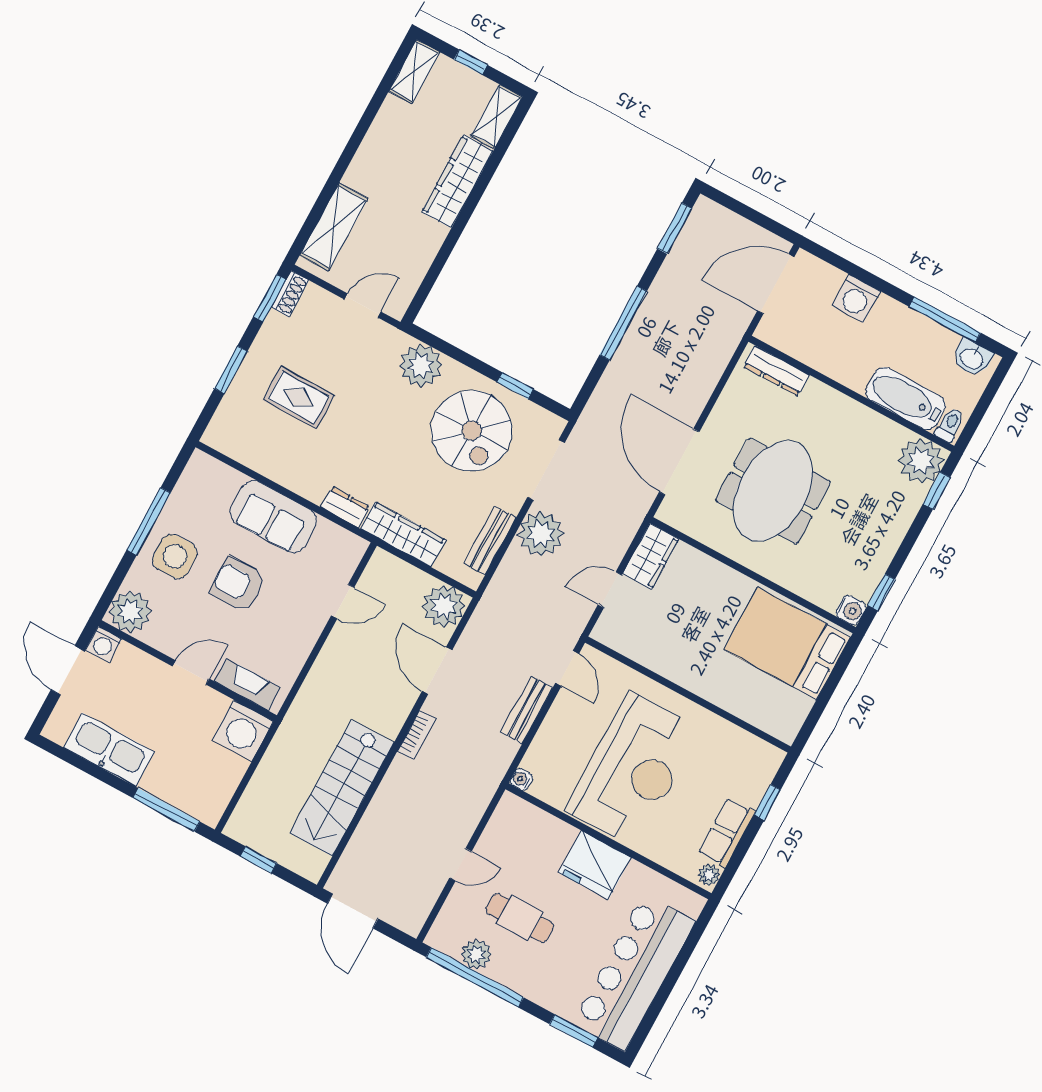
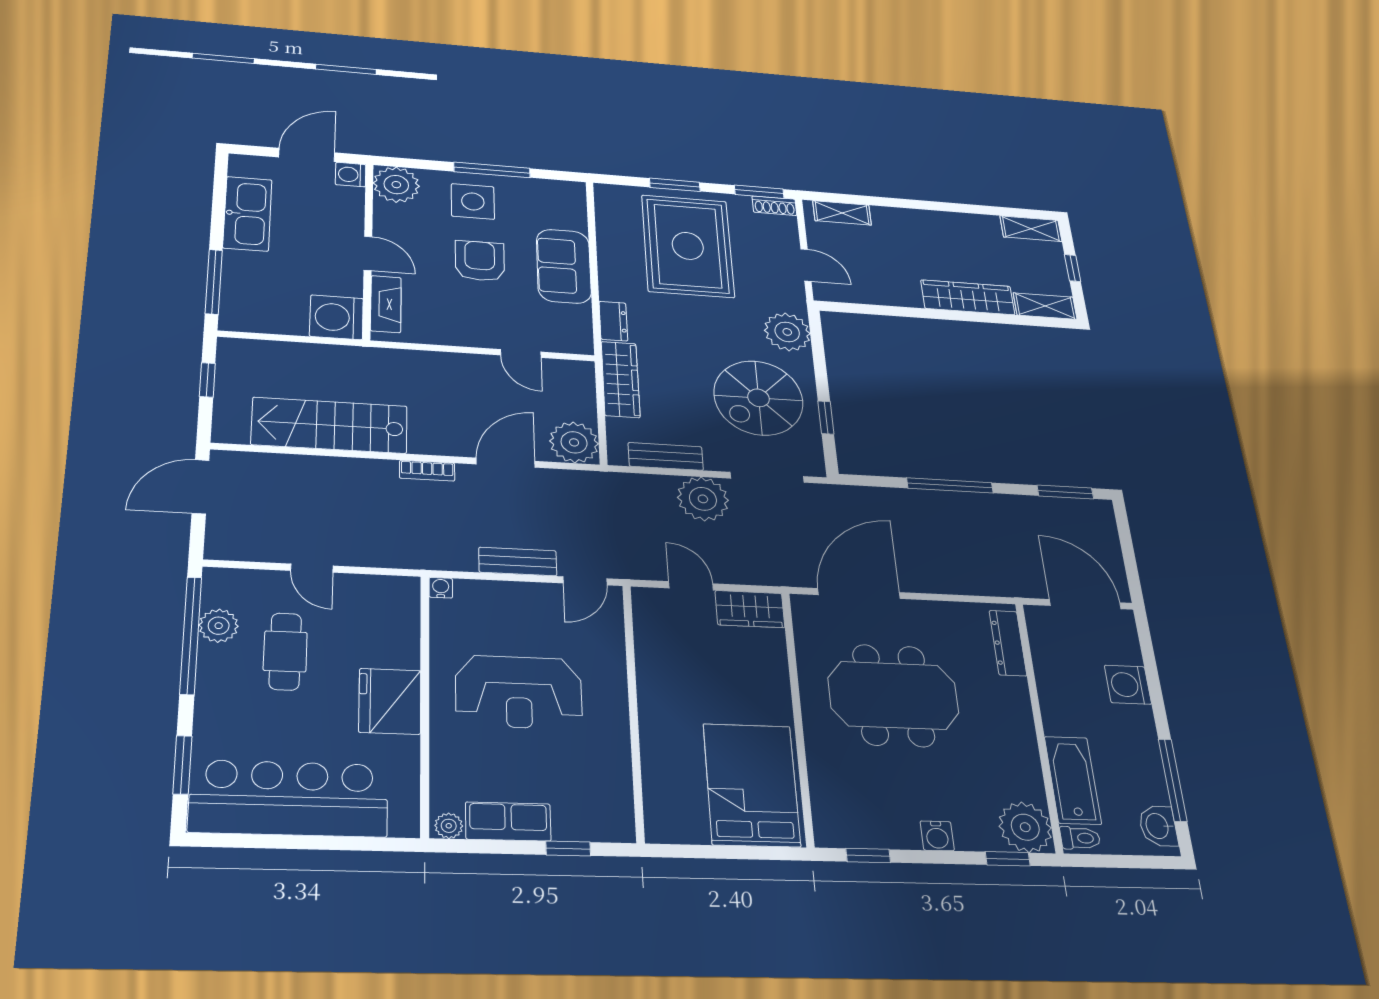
shelving: (334, 227) -> (842, 213), width x0.67, depth x0.75
rug: (299, 398) -> (688, 246), width x1.86, depth x2.06
water cooler: (851, 610) -> (937, 836), moved
reception desk: (633, 769) -> (519, 692), width x0.74, depth x0.77

